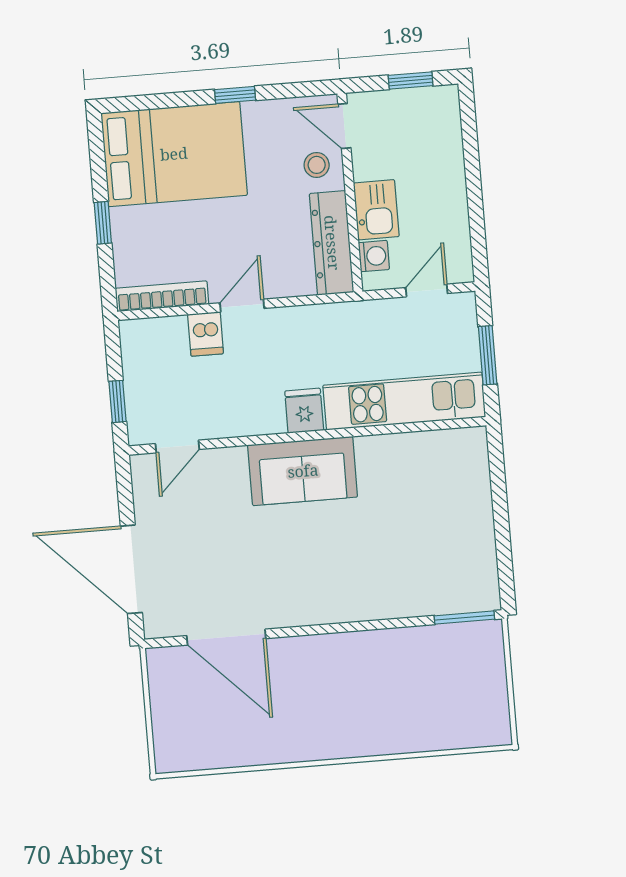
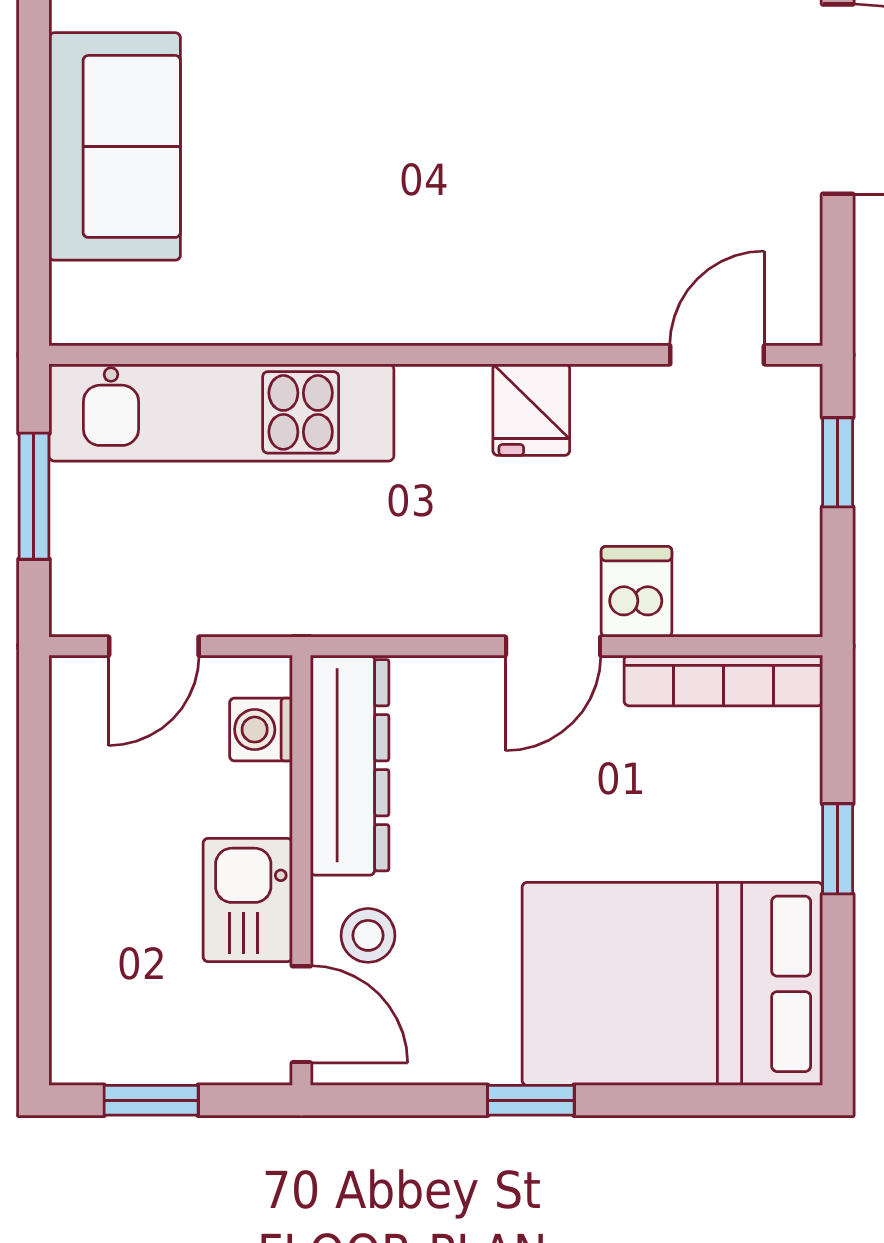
kitchen sink: (376, 210) -> (248, 900), moved
fridge: (304, 411) -> (531, 410), moved
sofa: (303, 471) -> (115, 146), moved, turned 90

